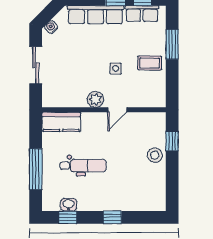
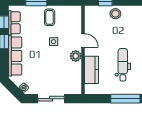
kitchen counter: (61, 122) -> (92, 70), moved

